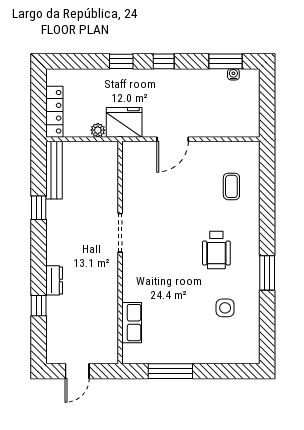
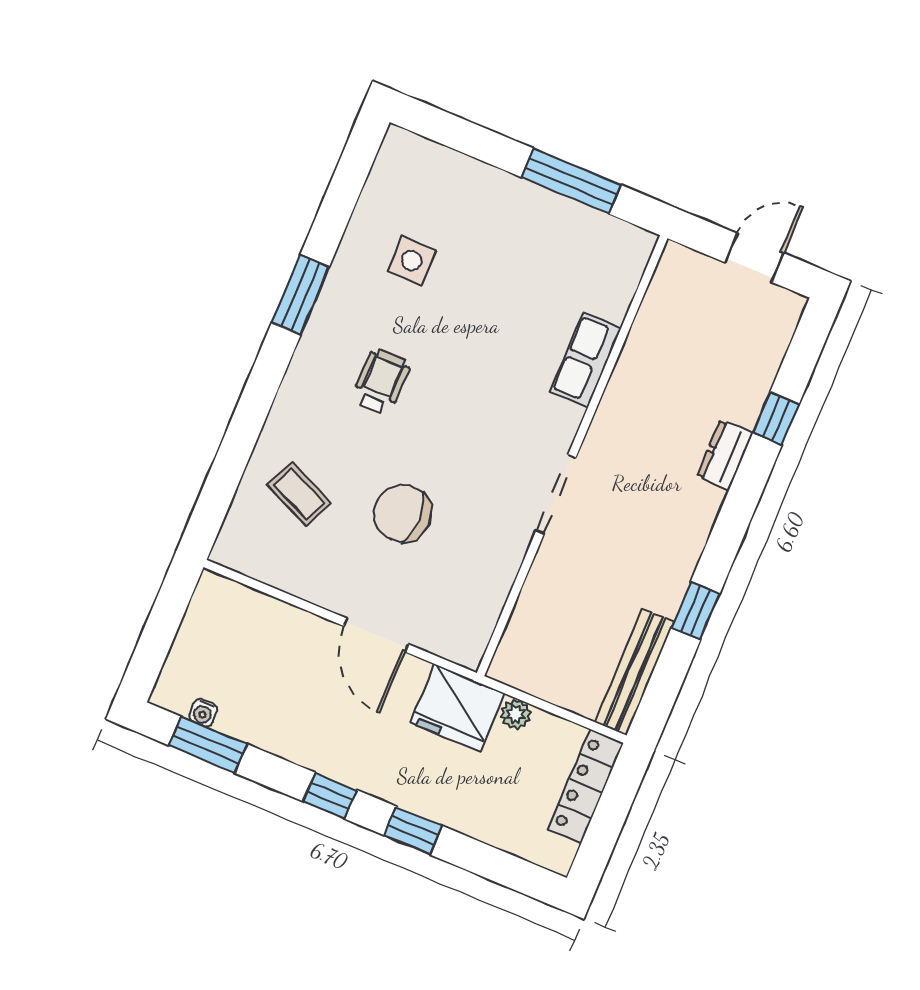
door: (173, 139) -> (376, 635), swing flipped
coffee table: (231, 186) -> (299, 494), turned -66
chair: (183, 197) -> (402, 513), added
wheelchair: (216, 250) -> (381, 381), width x0.73, depth x0.73
row of seats: (132, 323) -> (586, 360), moved

